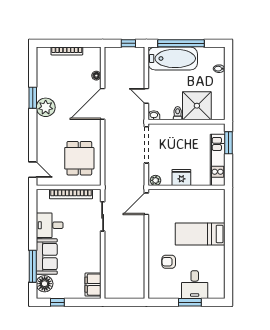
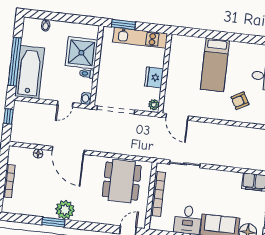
dining table: (79, 158) -> (122, 181), width x1.38
armchair: (169, 262) -> (240, 101), turned 61

